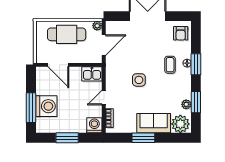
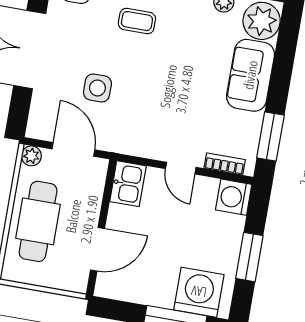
side table: (139, 80) -> (97, 88), moved
washing machine: (46, 106) -> (199, 292), moved
window: (143, 138) -> (270, 137), moved

